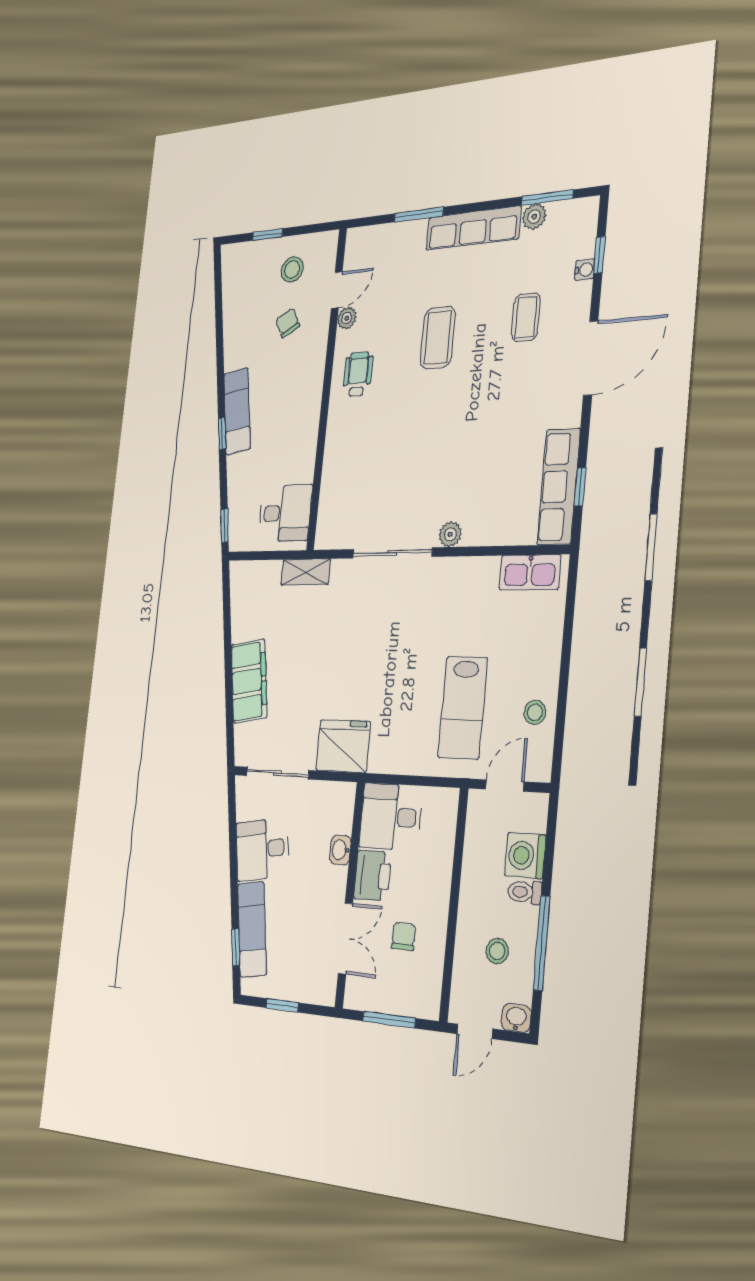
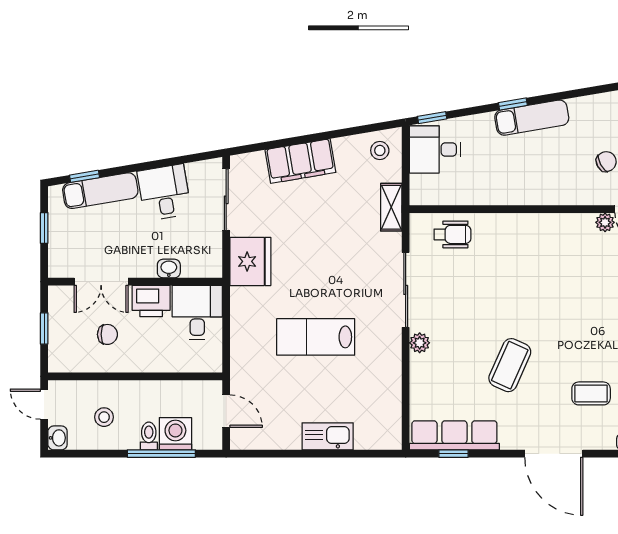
coffee table: (438, 338) -> (510, 365), moved, turned -66
wheelchair: (358, 374) -> (452, 234), moved
desk: (285, 513) -> (435, 150), moved, turned 90
kitchen sink: (530, 572) -> (328, 436), moved, turned 90
lab bench: (463, 708) -> (316, 337), moved
stool: (535, 712) -> (380, 150), moved
window: (542, 943) -> (161, 454), moved
window: (389, 1020) -> (44, 328), width x0.67

